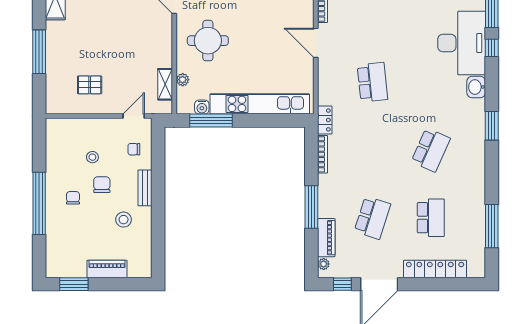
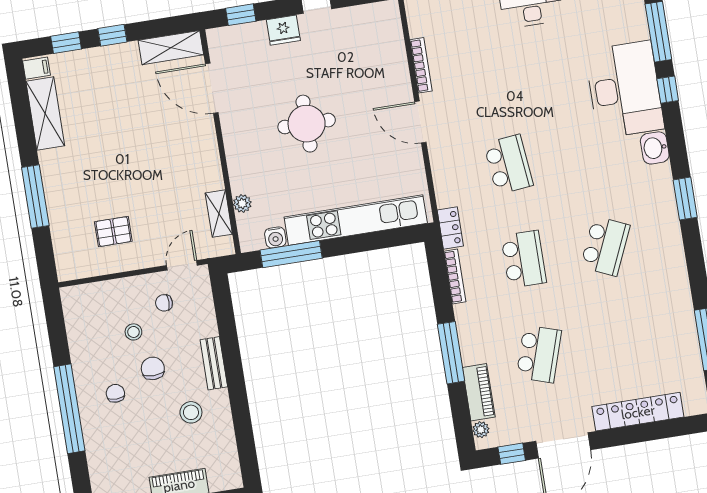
round table: (208, 41) -> (307, 124), moved
chair: (134, 149) -> (164, 303), moved
school desk: (431, 218) -> (524, 259), moved

